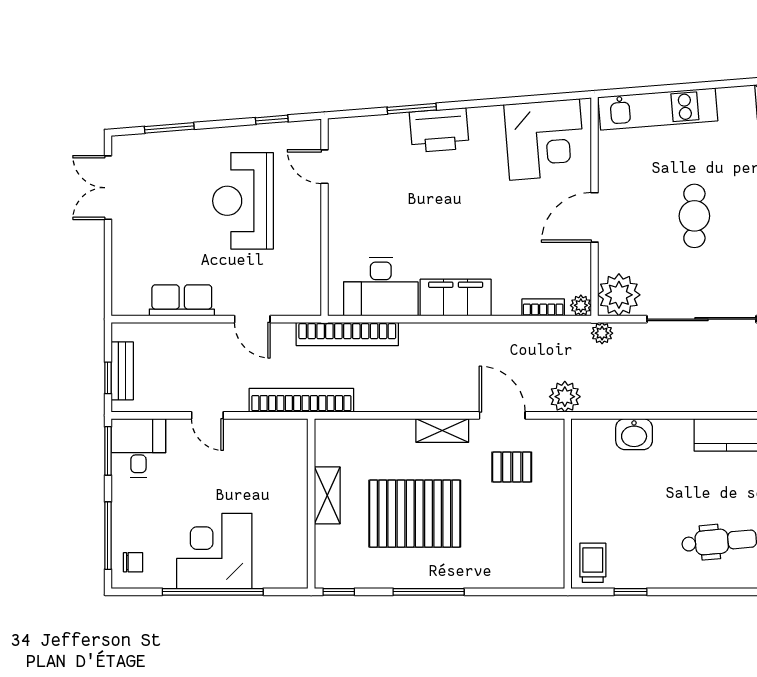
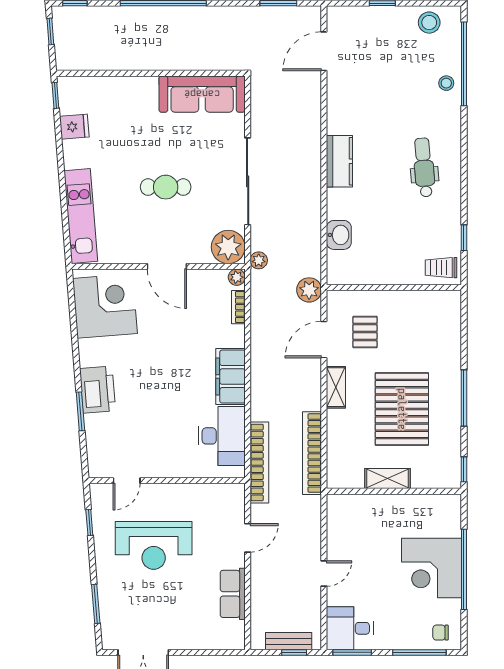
bookcase: (301, 400) -> (312, 453), moved
chair: (133, 562) -> (441, 633), turned -90

